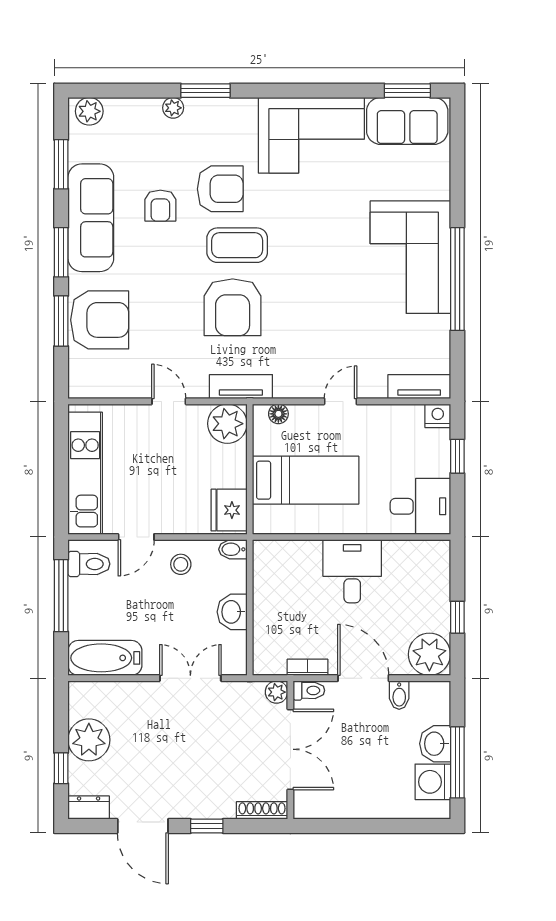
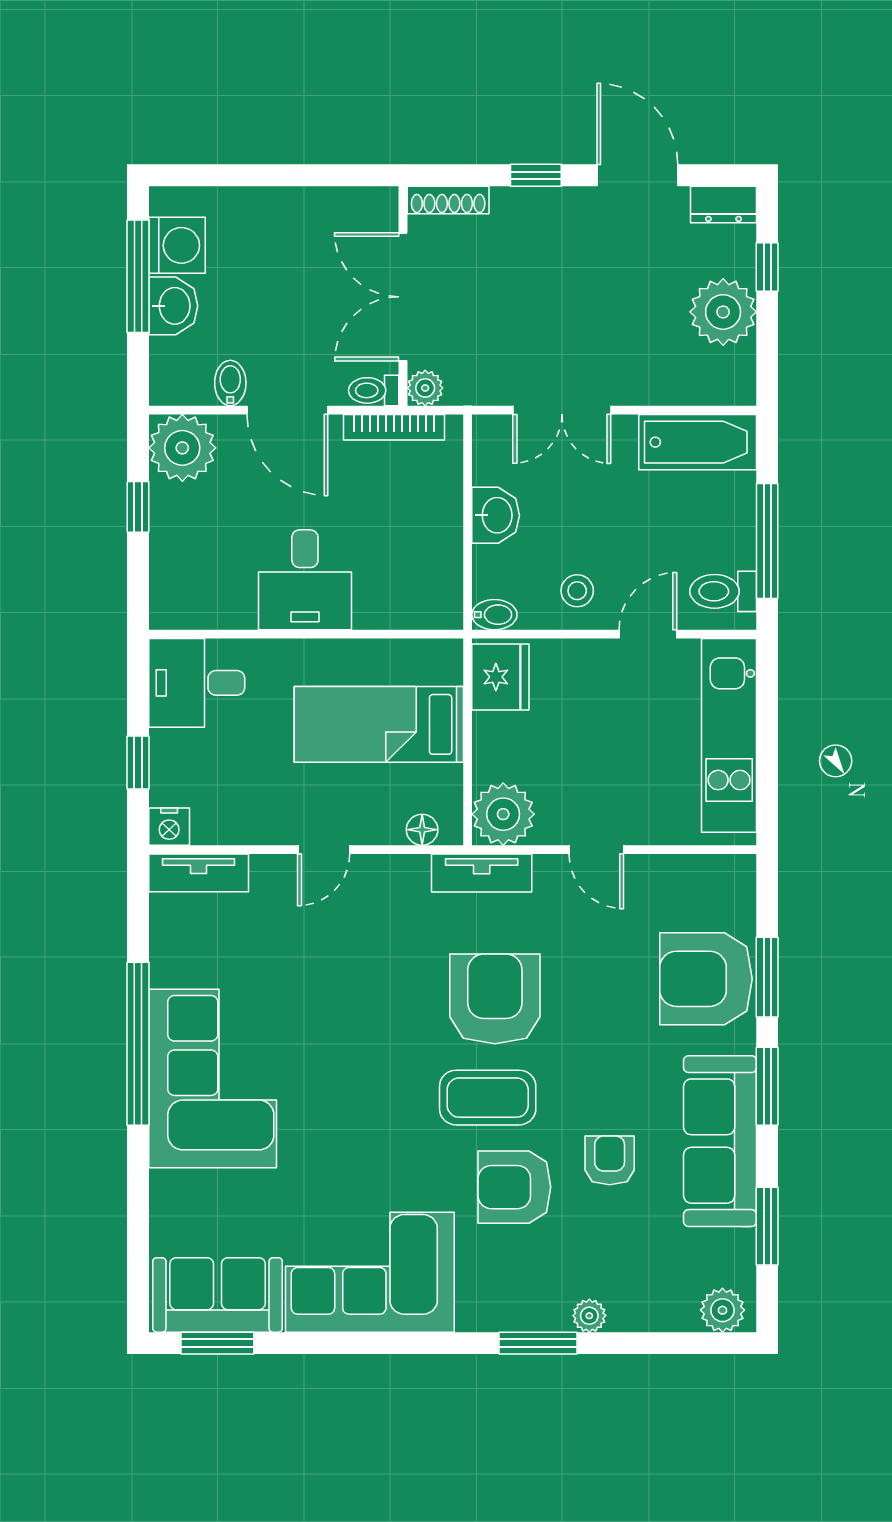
bookcase: (308, 667) -> (394, 427), width x1.56

